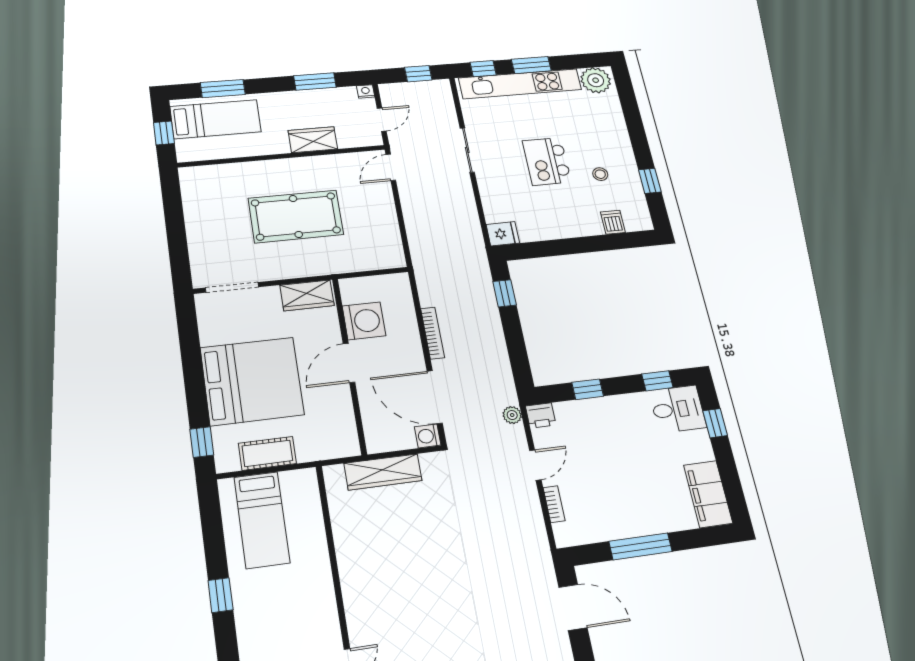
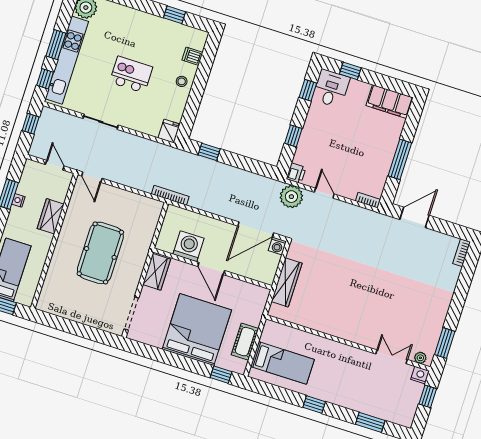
nightstand: (366, 91) -> (18, 200), moved
kitchen island: (547, 161) -> (131, 75), turned 180
stool: (600, 174) -> (182, 81), moved
bookcase: (433, 333) -> (170, 195), moved
plant: (512, 415) -> (291, 197), width x1.88, depth x1.88
bookcase: (554, 504) -> (368, 200), moved

